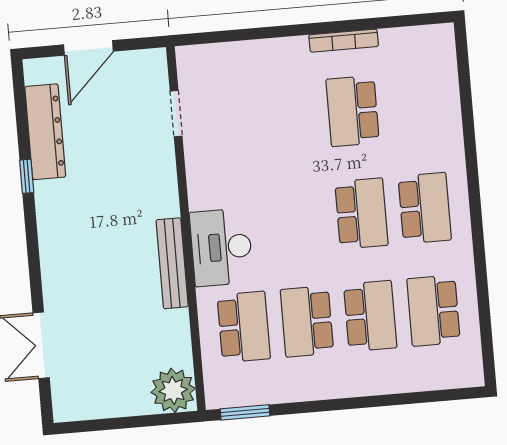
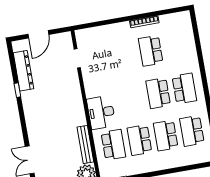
school desk: (361, 213) -> (158, 93), turned 180
bench: (172, 263) -> (85, 145), moved
school desk: (370, 316) -> (166, 135), turned 180

